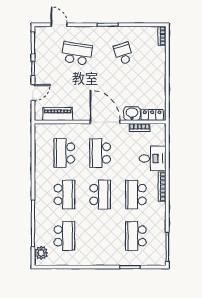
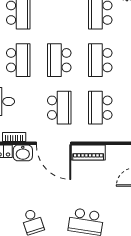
piano: (58, 114) -> (88, 153), moved
school desk: (64, 153) -> (100, 108), turned 180

